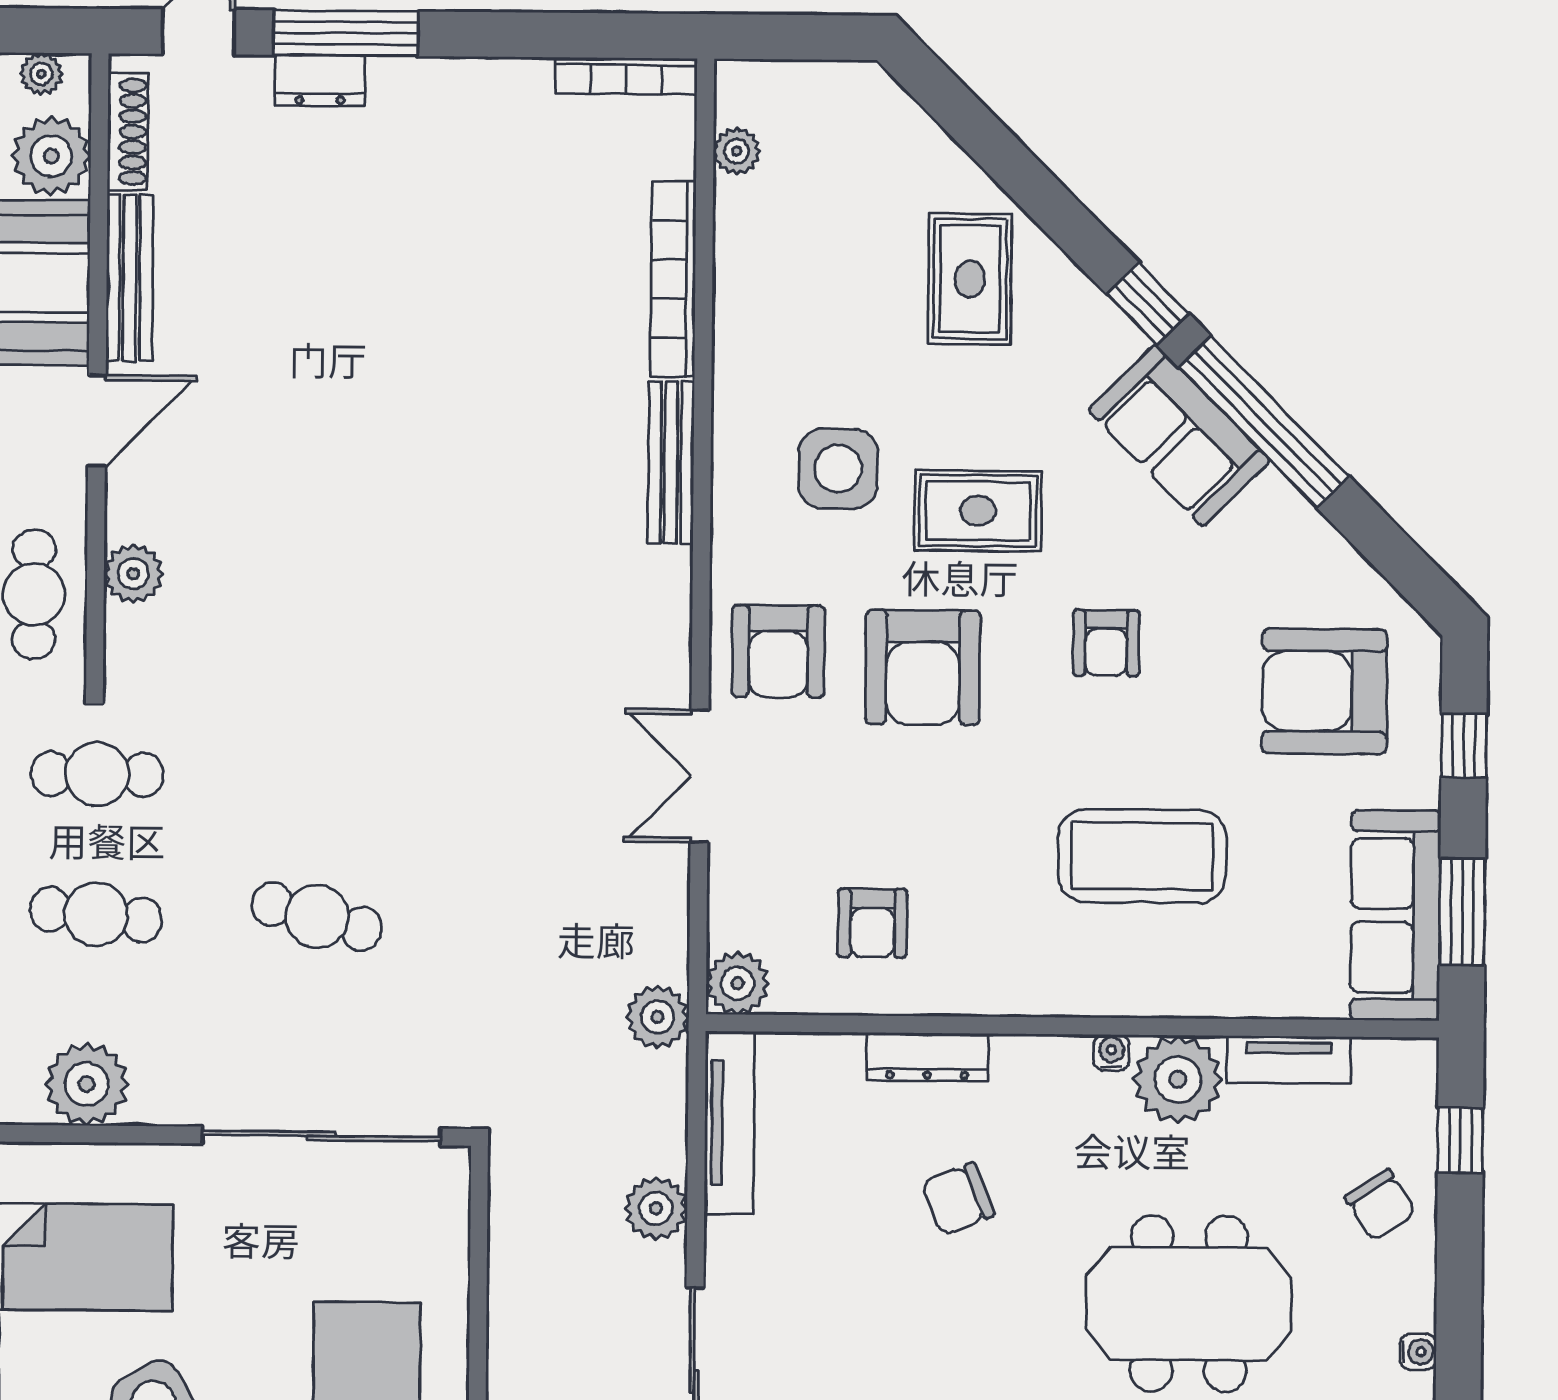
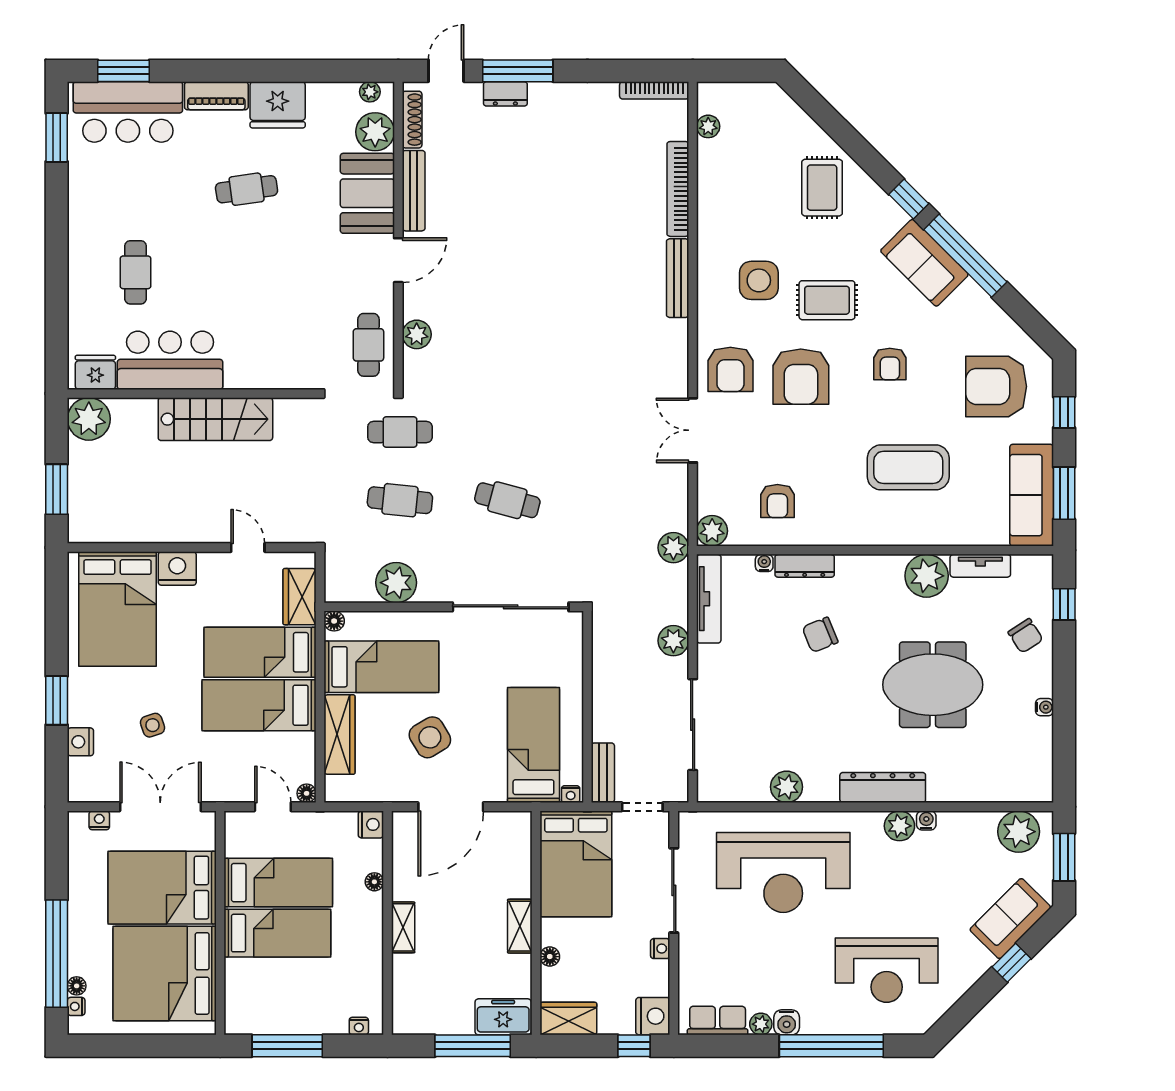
water cooler: (1111, 1052) -> (764, 563), moved

